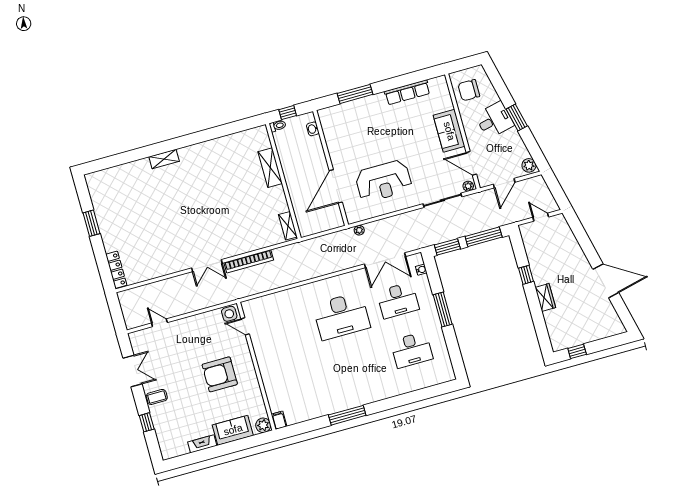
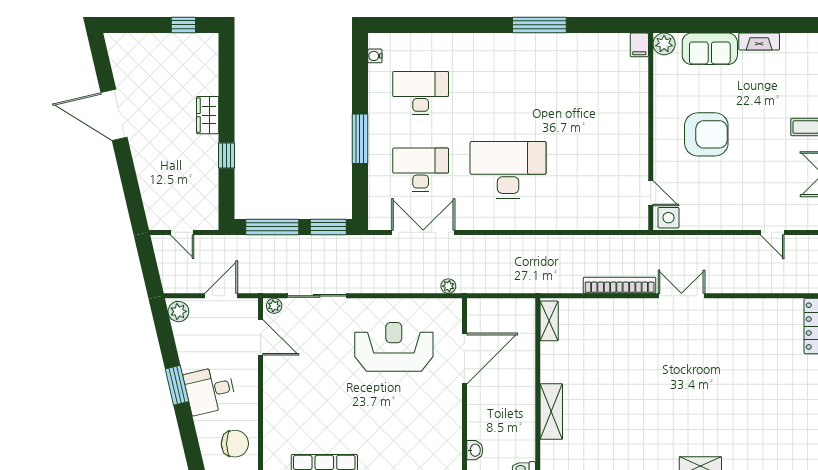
sofa: (449, 131) -> (280, 393), removed
water cooler: (421, 270) -> (375, 56), moved

